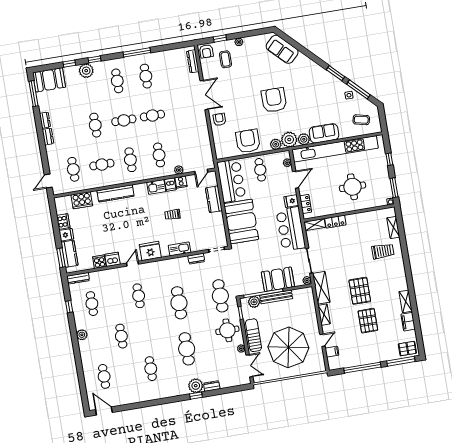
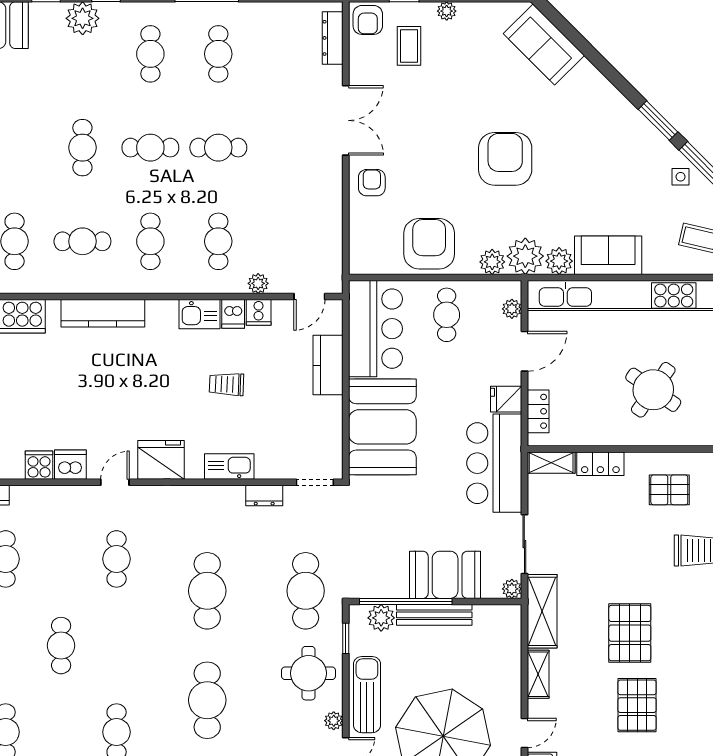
round table: (352, 187) -> (653, 390), turned 35
pallet: (366, 228) -> (669, 490), added

